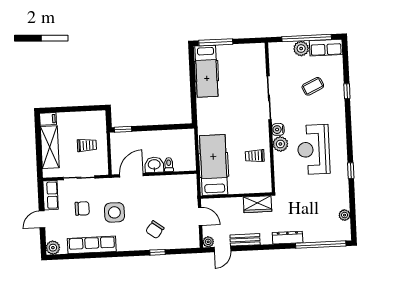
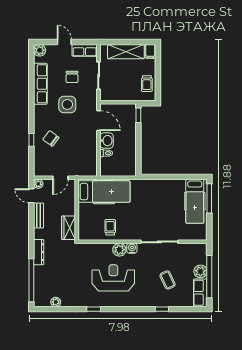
hospital bed: (206, 71) -> (195, 201), moved, turned -90
trolley: (87, 145) -> (147, 84), moved

